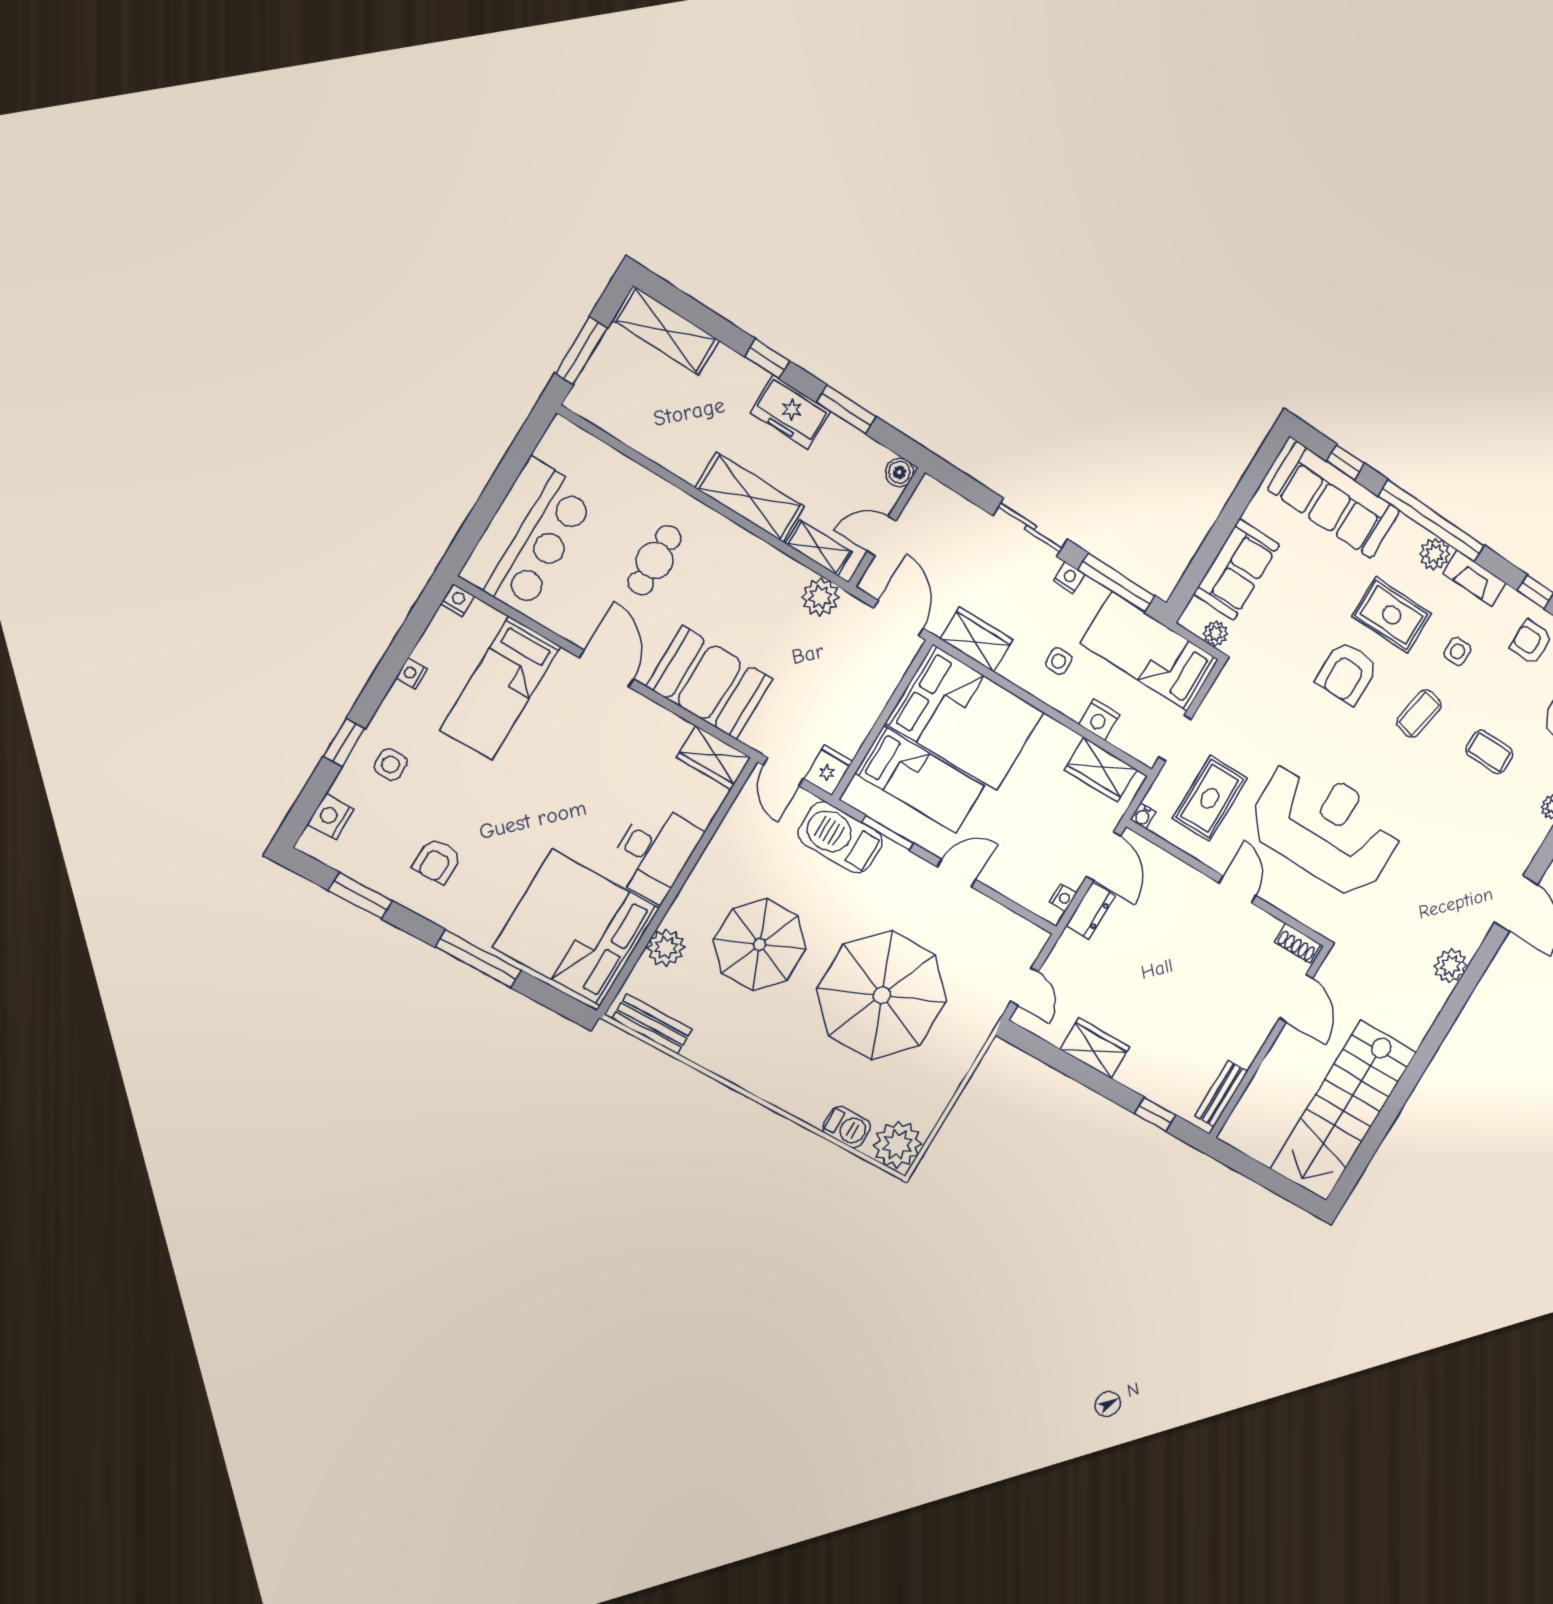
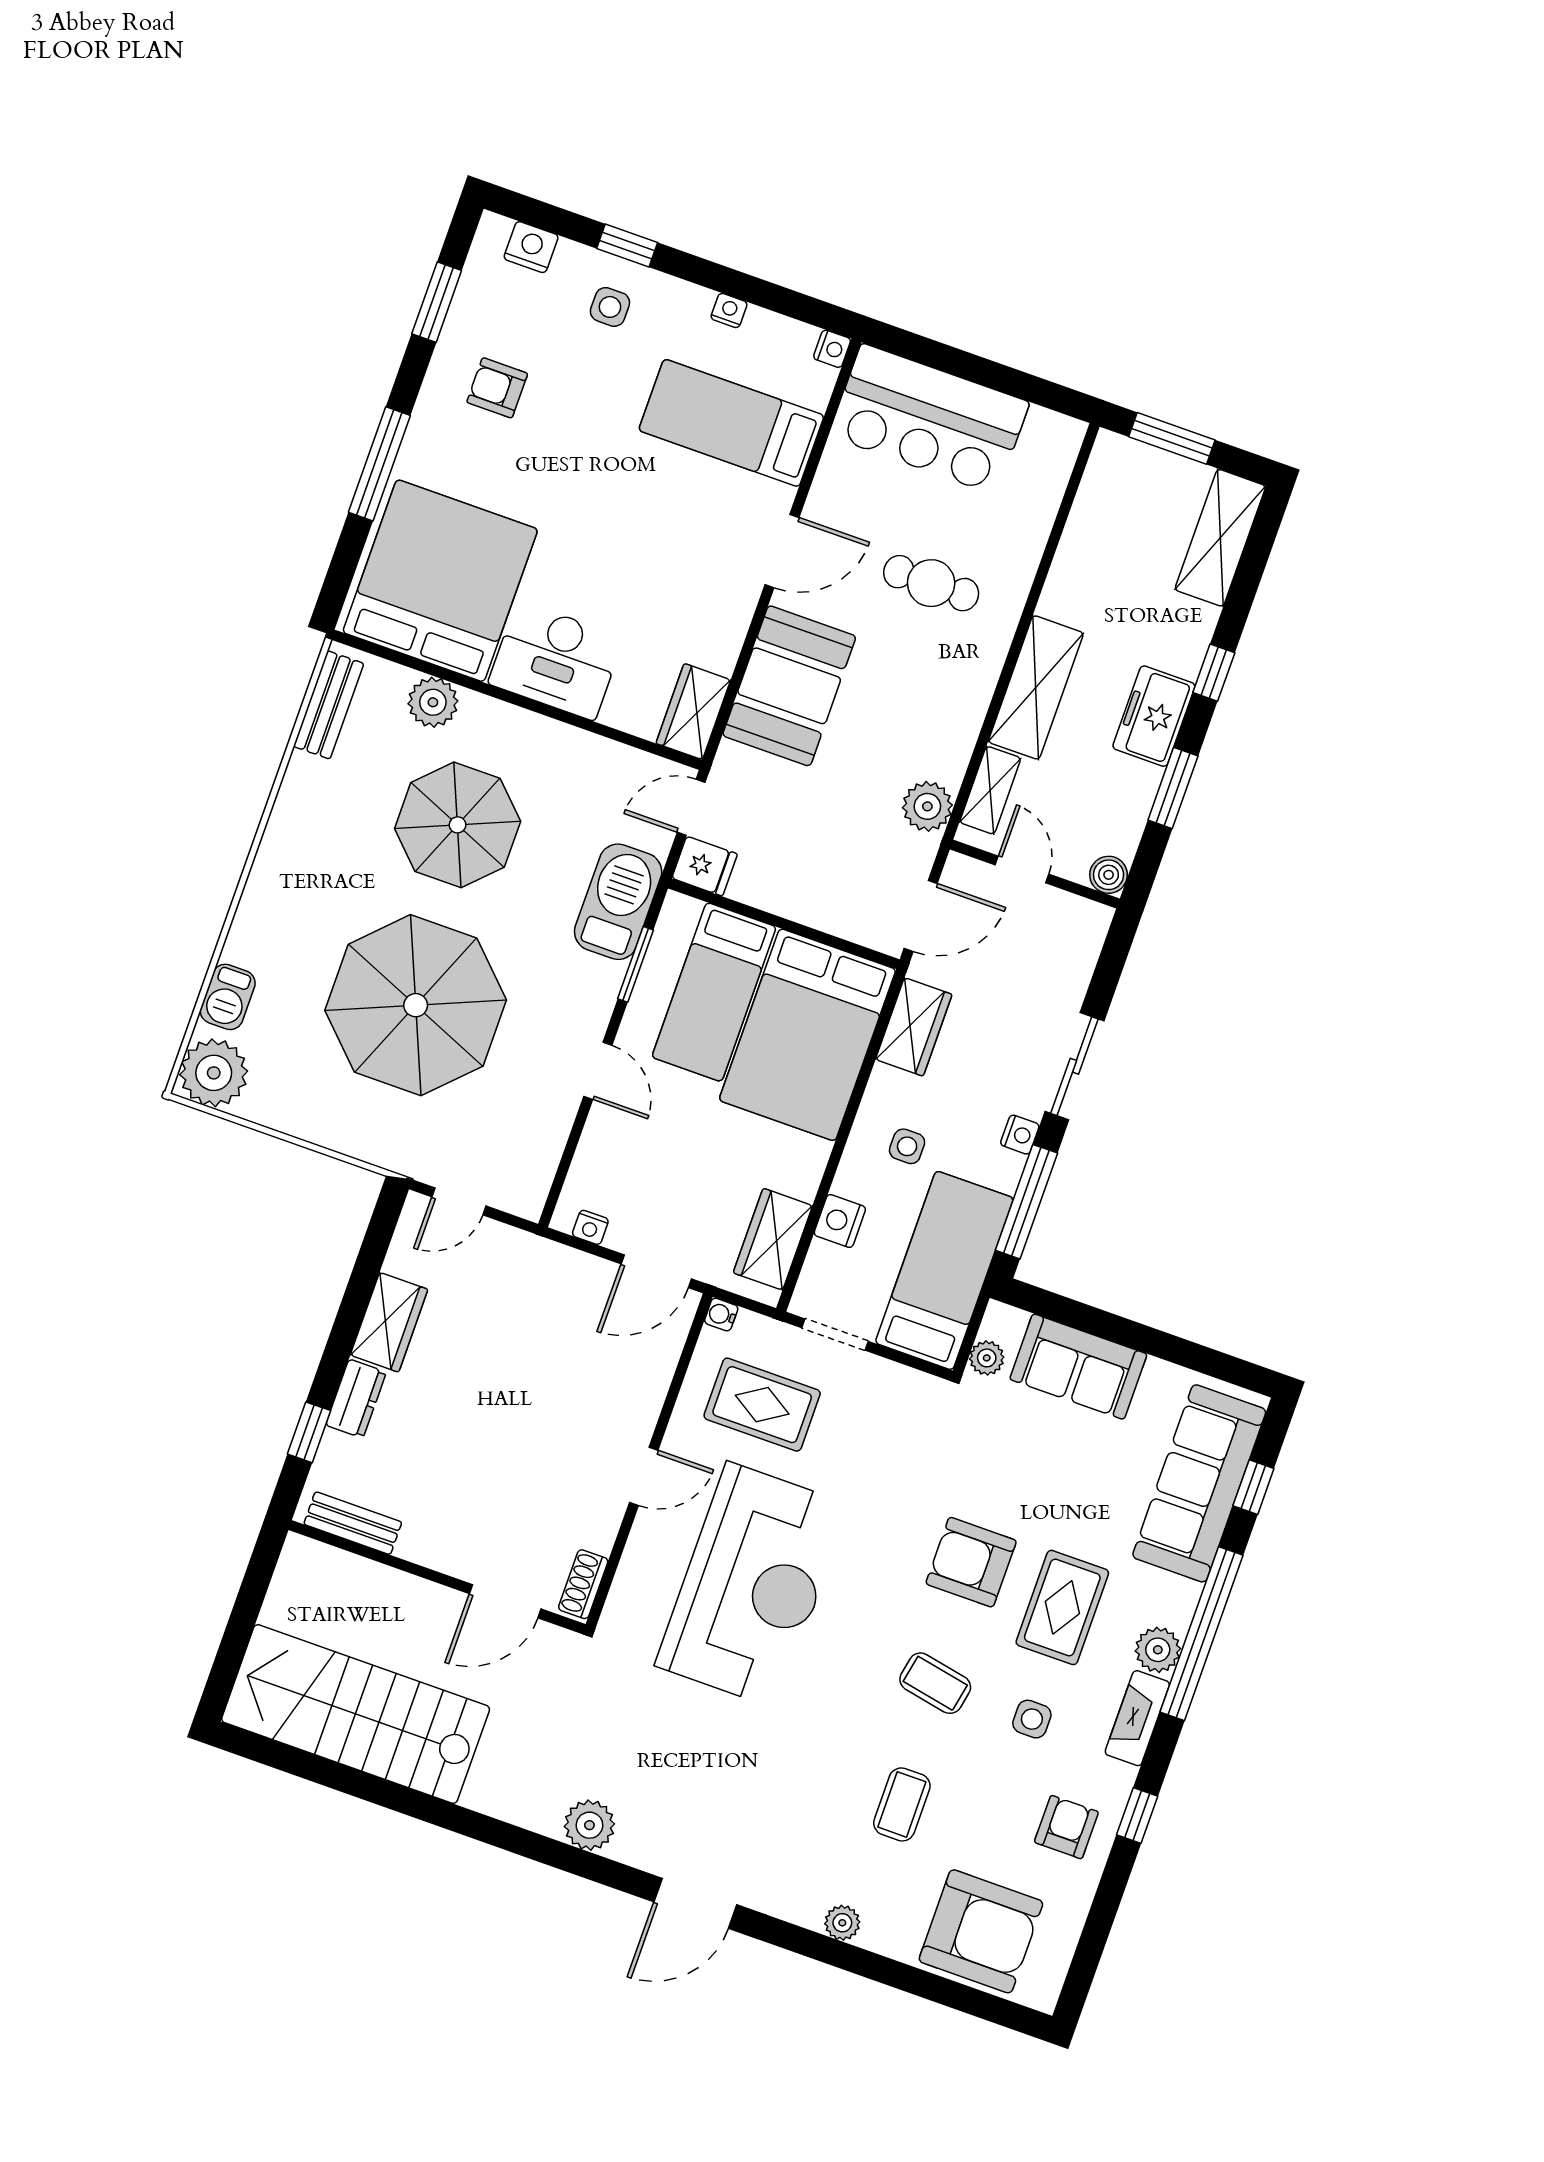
dresser: (1090, 911) -> (356, 1399), moved, turned -90

